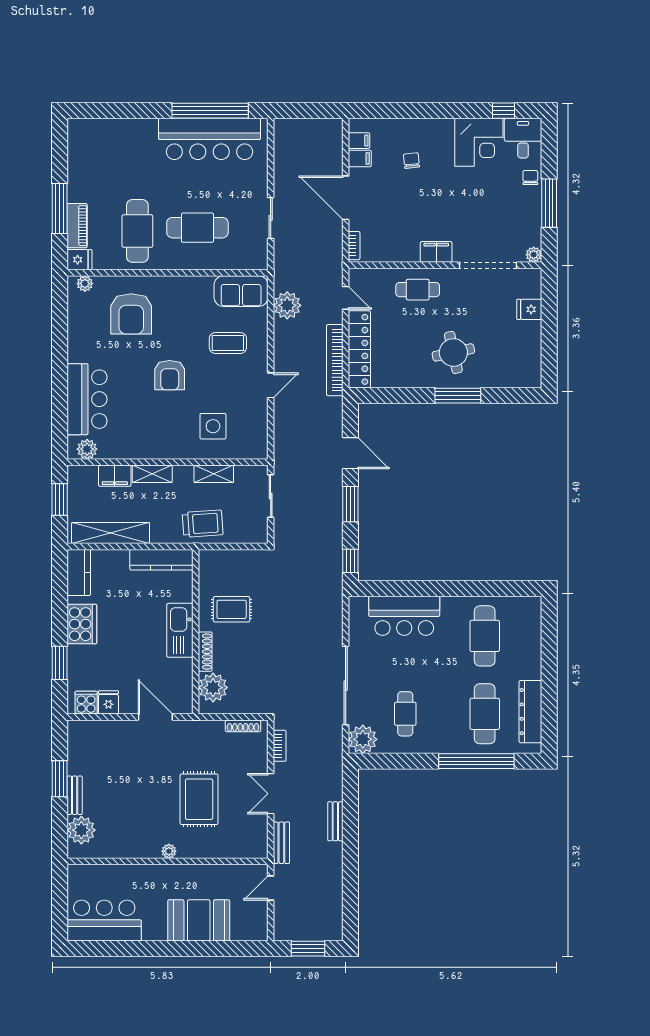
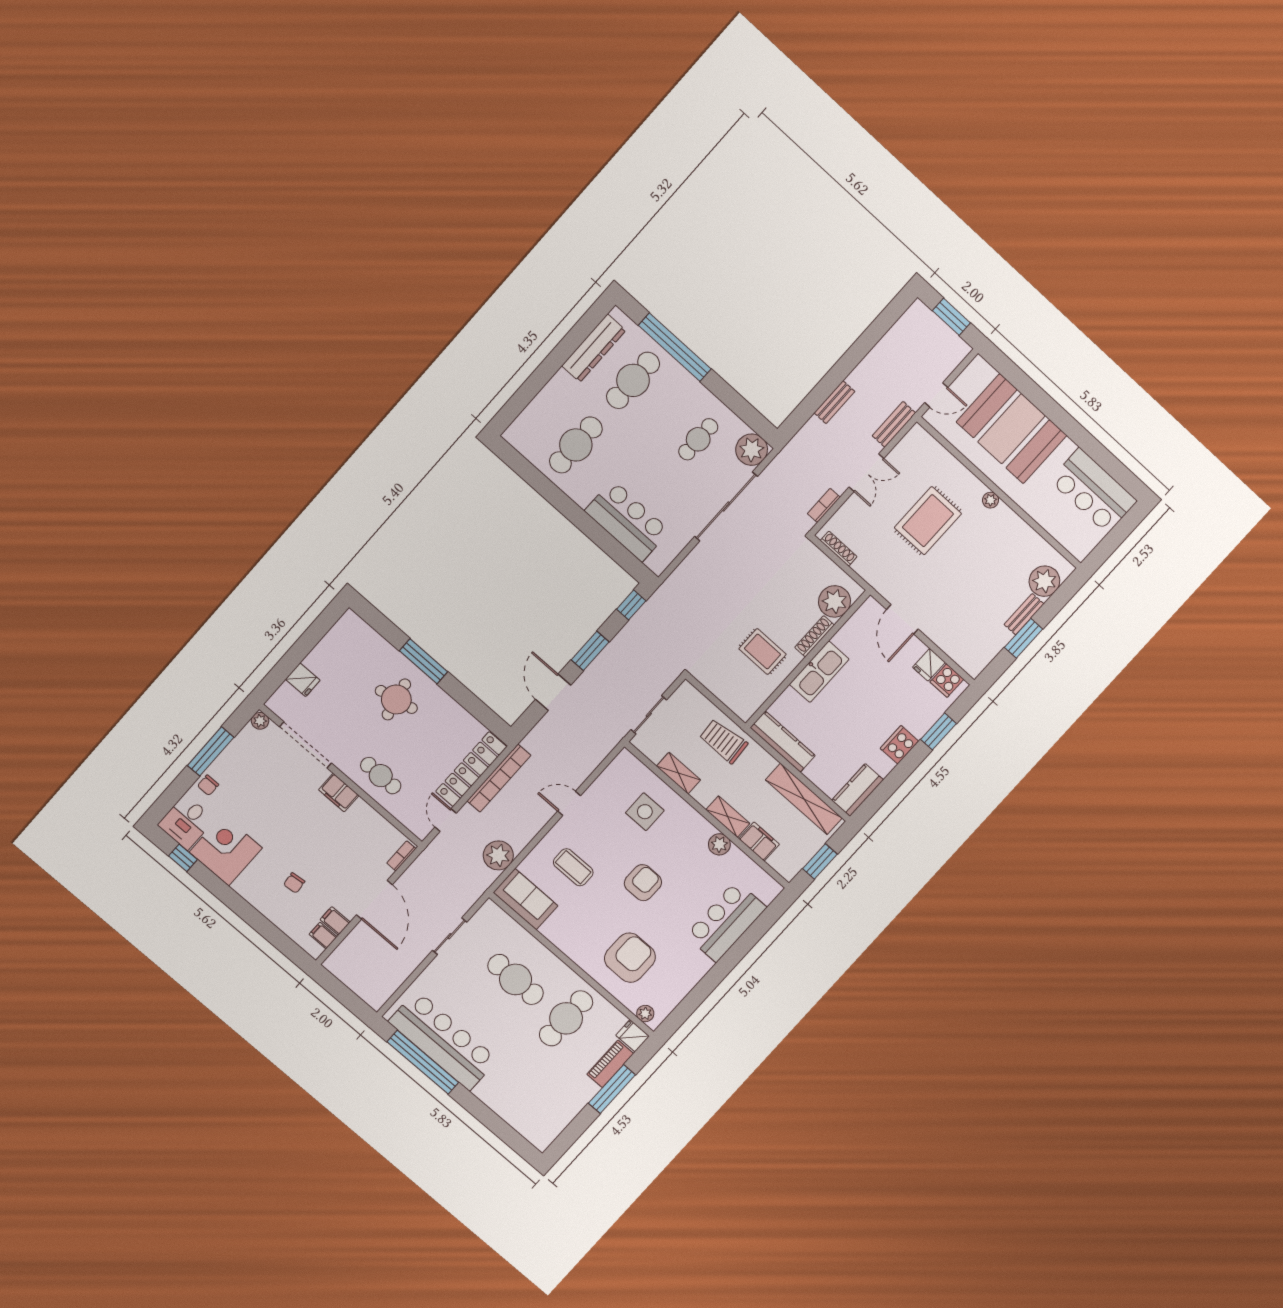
plant: (87, 449) -> (719, 844), moved
cooker: (82, 624) -> (899, 745), width x0.73, depth x0.76
booth: (199, 920) -> (1012, 429), width x1.36, depth x1.42

